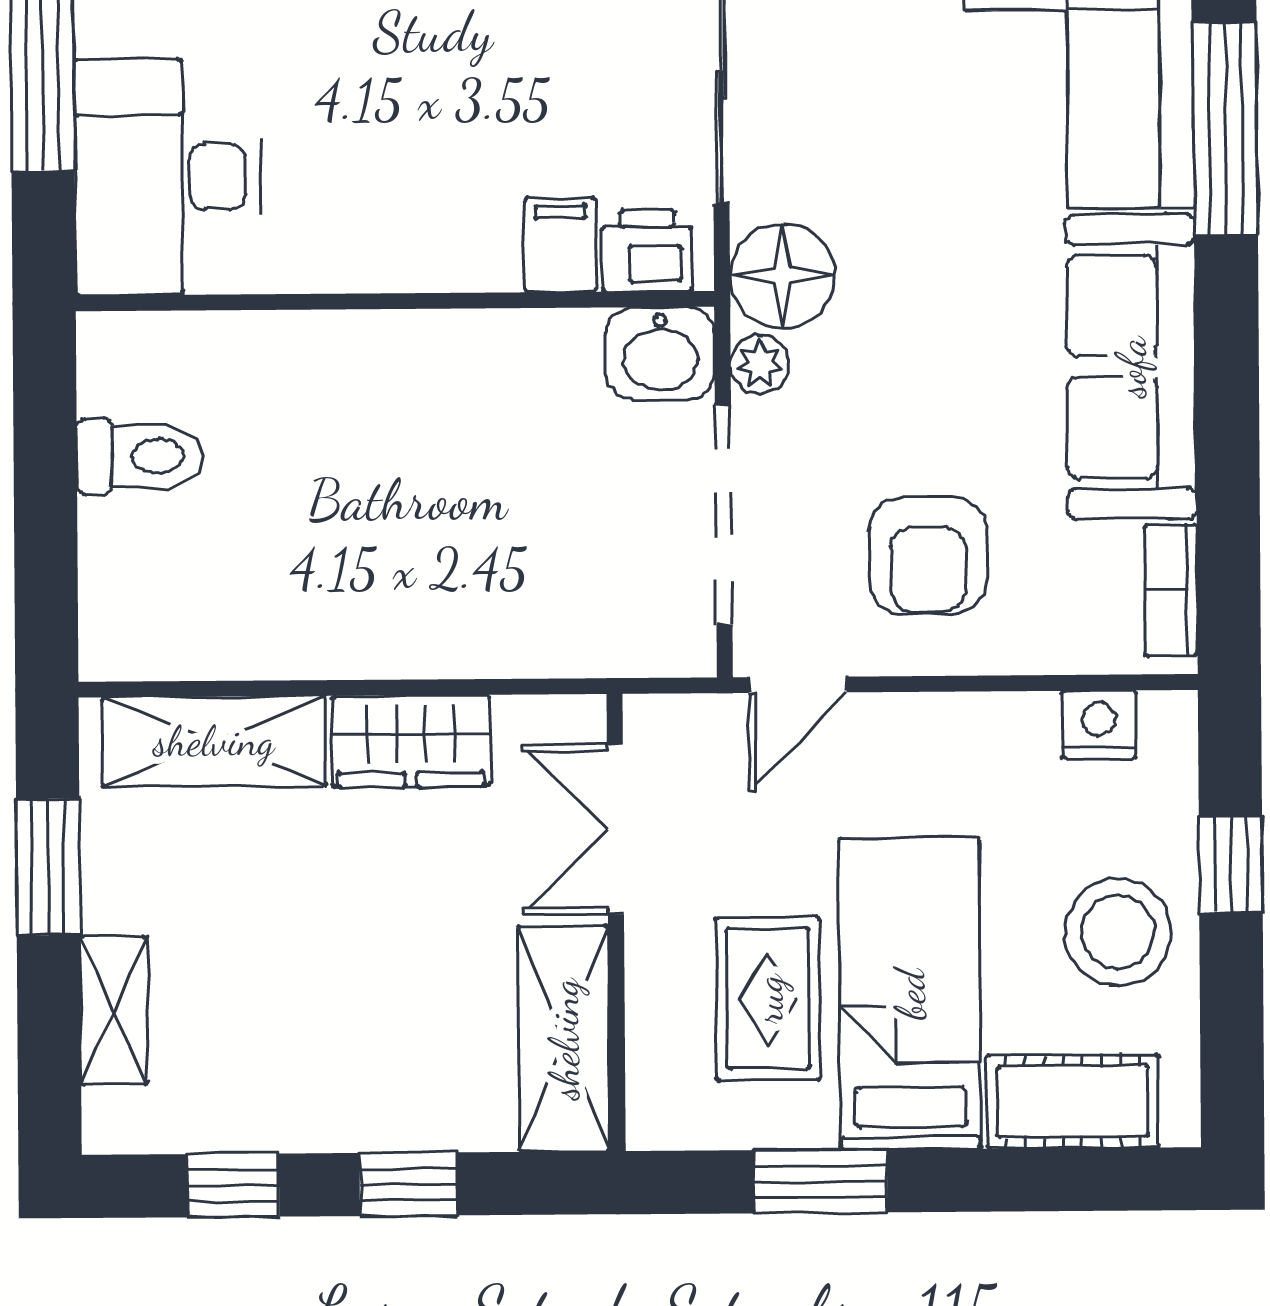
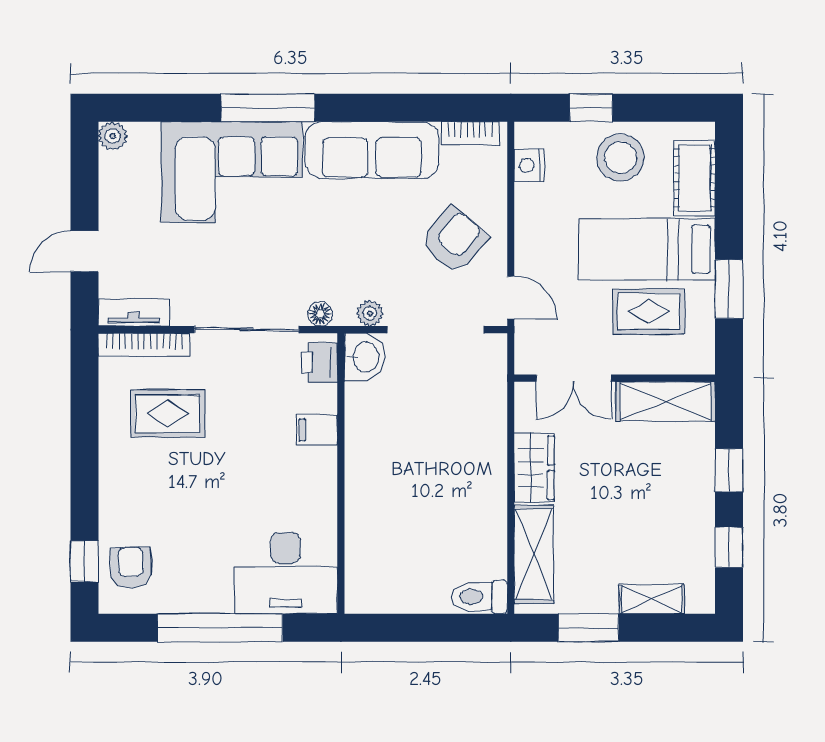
filing cabinet: (561, 245) -> (317, 430), moved
floor lamp: (782, 276) -> (320, 314), width x0.53, depth x0.53
toilet: (140, 456) -> (479, 597), moved, turned -90
armchair: (928, 555) -> (454, 240), turned -49

